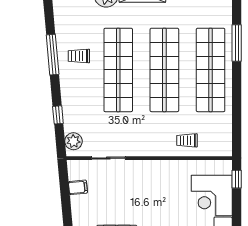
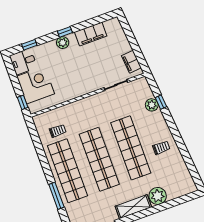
window: (53, 55) -> (180, 142), removed
trolley: (187, 140) -> (58, 131), moved
plant: (73, 141) -> (152, 105), moved
filing cabinet: (78, 187) -> (131, 62), width x2.00

